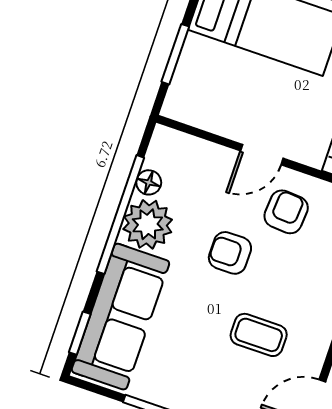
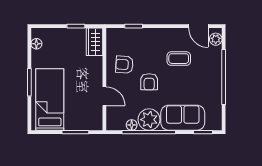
door: (262, 155) -> (104, 96), moved
sofa: (120, 317) -> (183, 118), width x0.73
coffee table: (259, 335) -> (179, 59), turned 90

